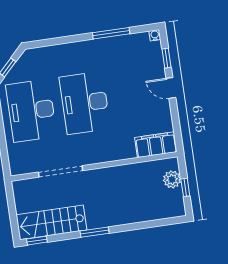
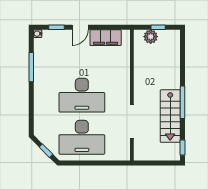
filing cabinet: (156, 145) -> (106, 38), moved, turned -90
stairs: (51, 222) -> (170, 116), moved
window: (95, 232) -> (183, 102), width x1.44

